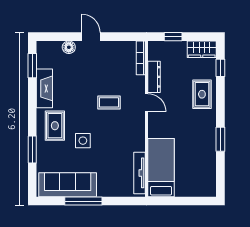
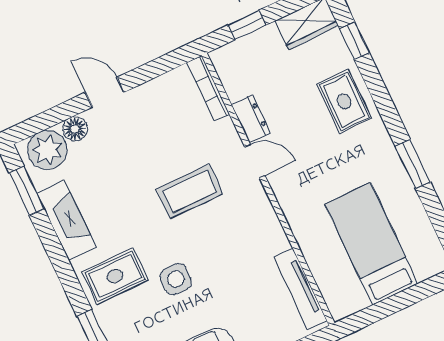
plant: (51, 51) -> (47, 150), added
dresser: (154, 77) -> (251, 119), width x0.70
coffee table: (109, 102) -> (190, 192), width x1.36, depth x1.30
rug: (55, 126) -> (115, 276), turned 90
bed: (161, 168) -> (371, 244), moved

